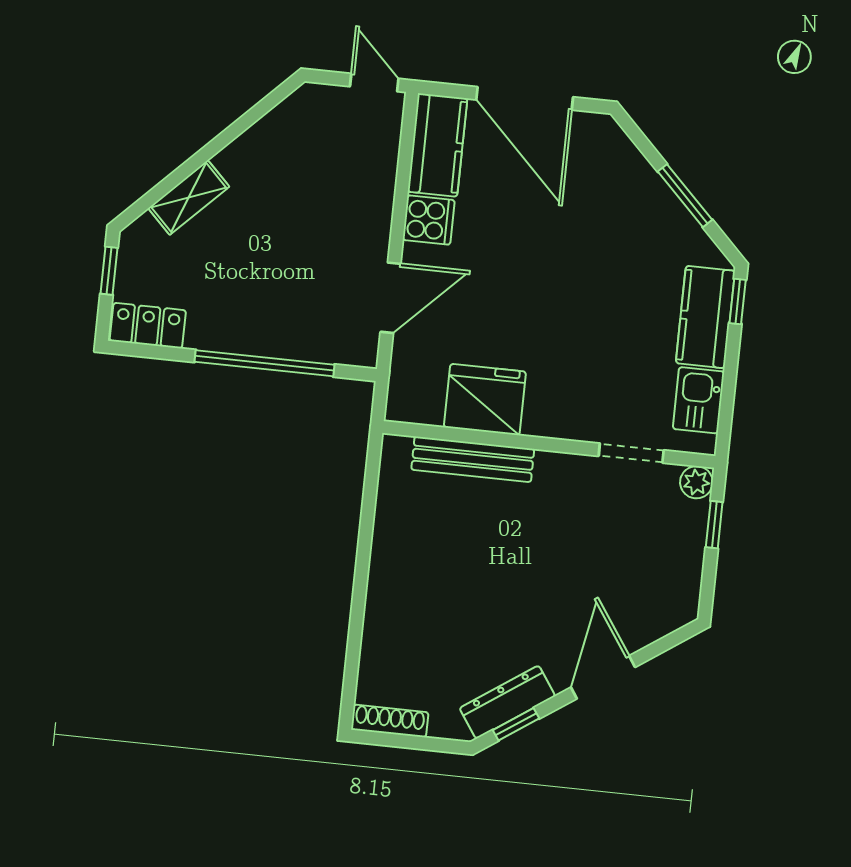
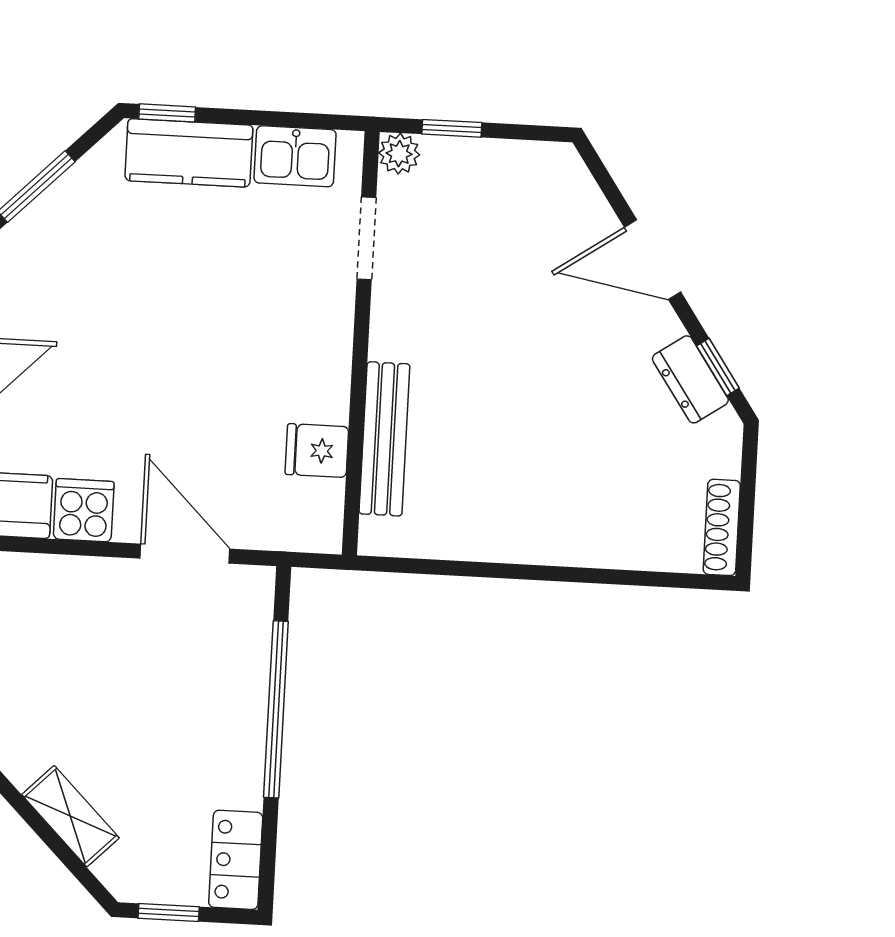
fridge: (485, 399) -> (317, 451), width x0.53, depth x0.75
dresser: (507, 702) -> (690, 379), width x0.70

